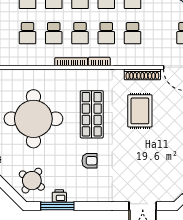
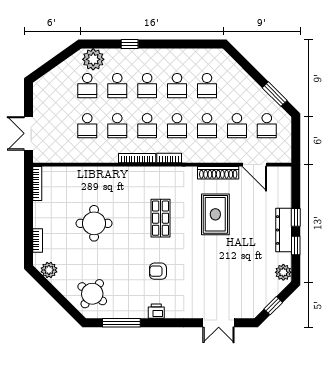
school desk: (159, 33) -> (237, 126), added
shop shelf: (92, 114) -> (161, 218), width x0.70, depth x0.74
round table: (33, 119) -> (94, 223), width x0.54, depth x0.54
armchair: (89, 161) -> (158, 271), turned 180
printer: (59, 196) -> (156, 311), moved

